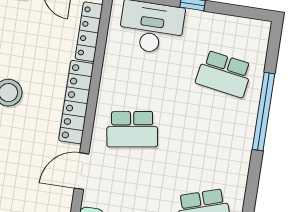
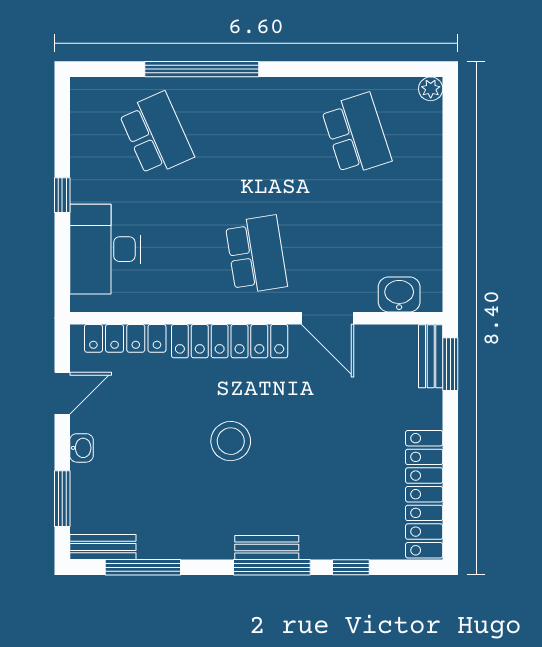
school desk: (224, 74) -> (156, 134), turned -33

